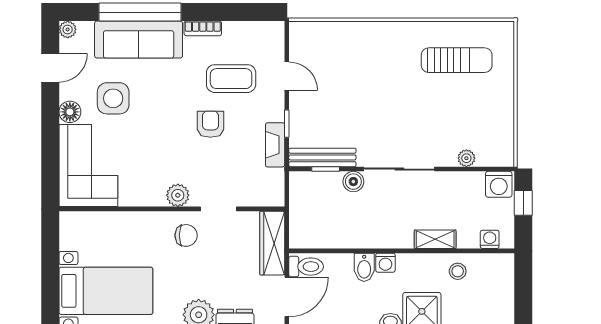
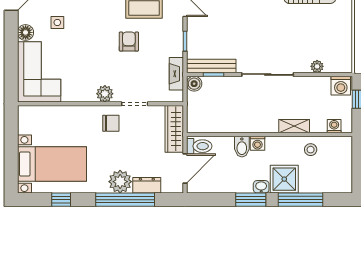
side table: (113, 98) -> (57, 22), width x0.54, depth x0.54
fireplace: (275, 145) -> (176, 74), moved
boiler: (353, 182) -> (194, 84), moved

